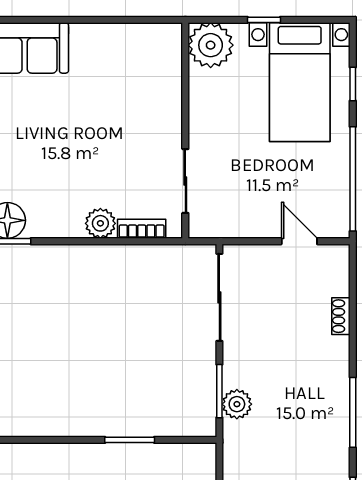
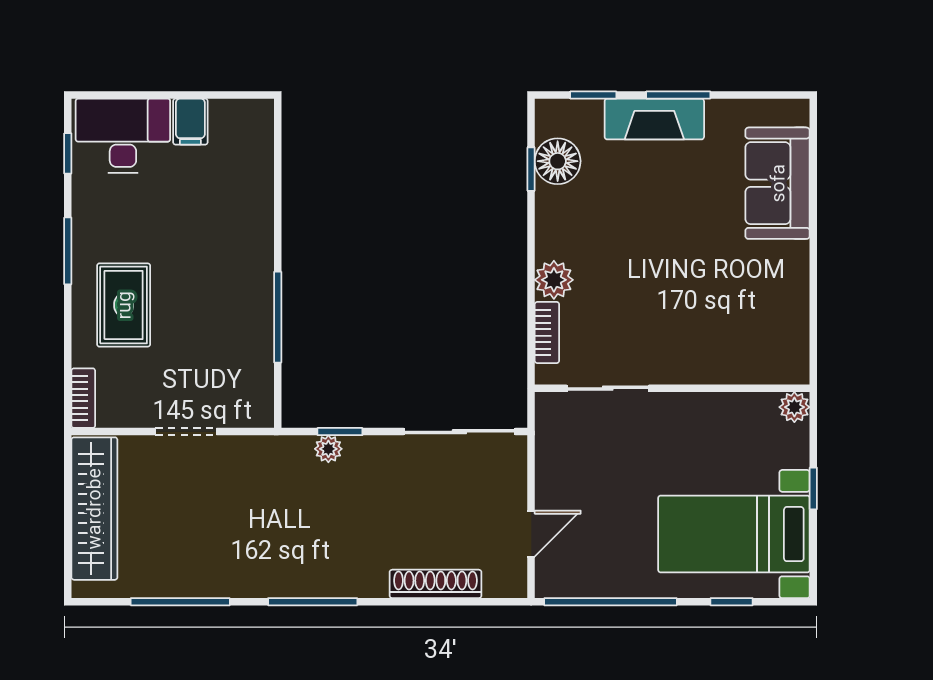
plant: (211, 45) -> (794, 407), width x0.53, depth x0.53
shoe rack: (341, 316) -> (436, 584), width x1.94, depth x1.24
window: (219, 391) -> (340, 432), width x0.67
plant: (237, 404) -> (328, 449), width x0.73, depth x0.73
window: (130, 440) -> (278, 317), width x1.44

